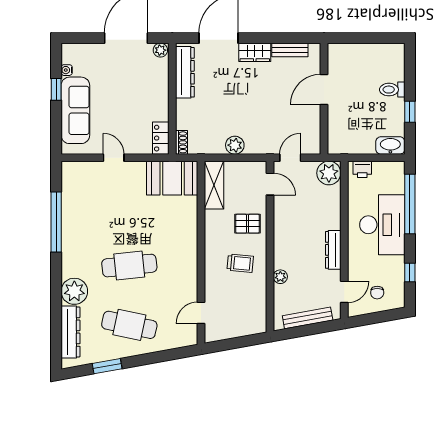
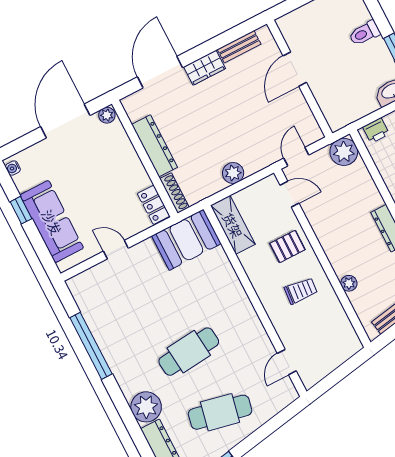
water cooler: (67, 70) -> (13, 168), moved
dresser: (185, 72) -> (155, 146), moved
shoe rack: (181, 142) -> (174, 193), width x1.43

